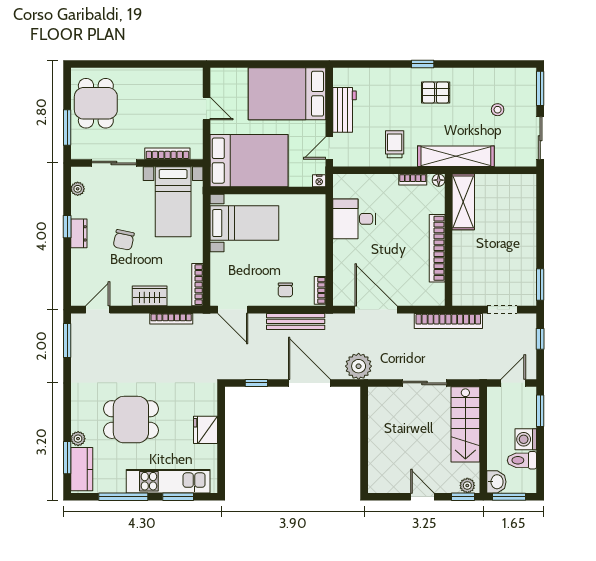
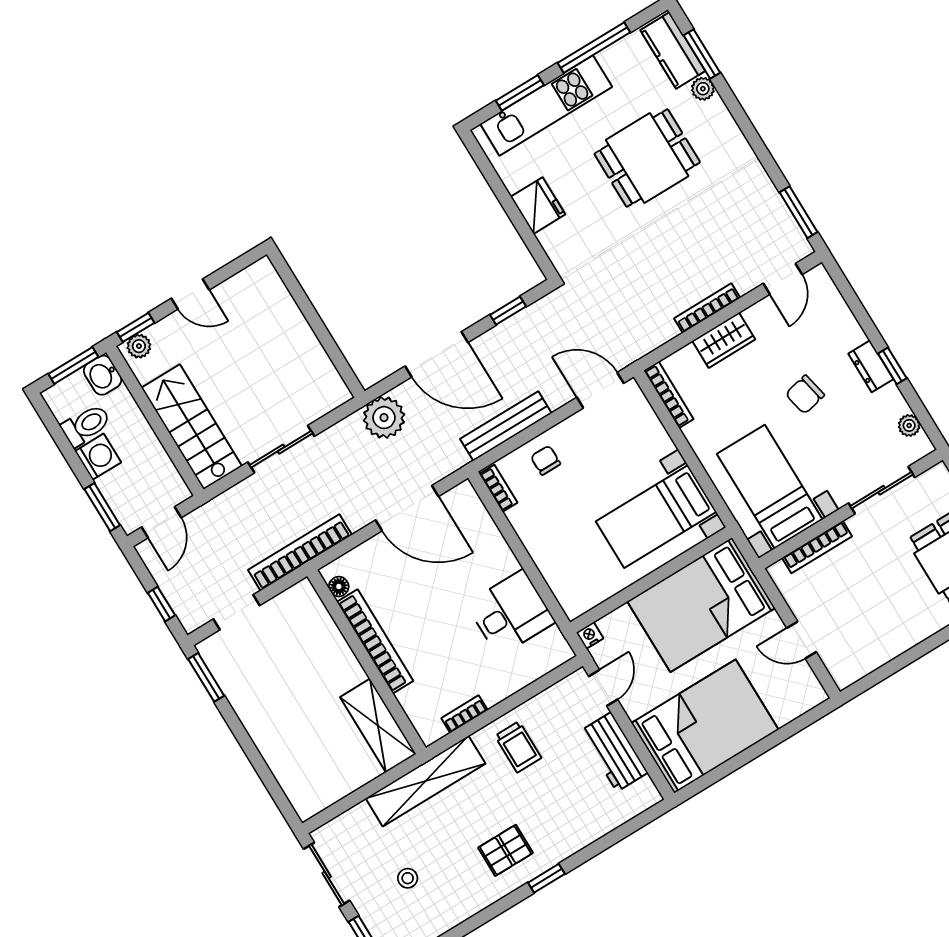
floor lamp: (439, 180) -> (339, 586), moved
chair: (124, 240) -> (805, 395), turned -114
bookcase: (171, 319) -> (707, 308), moved

